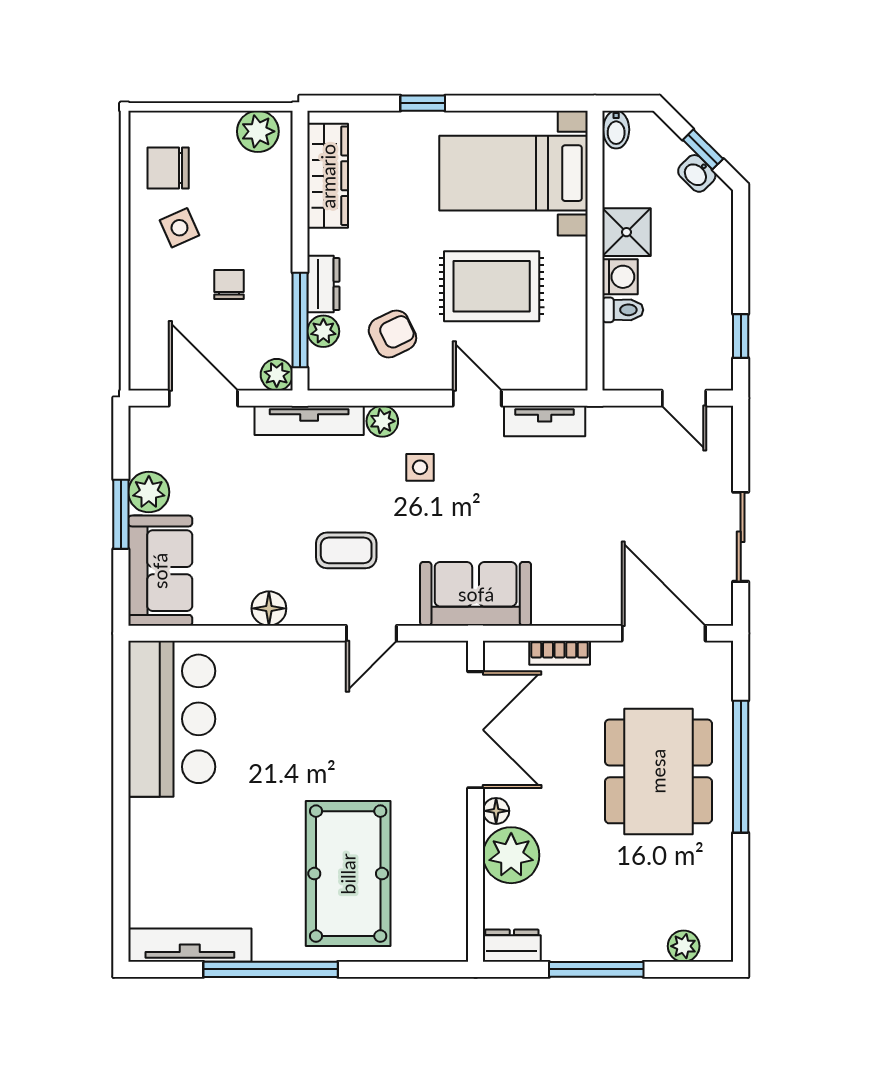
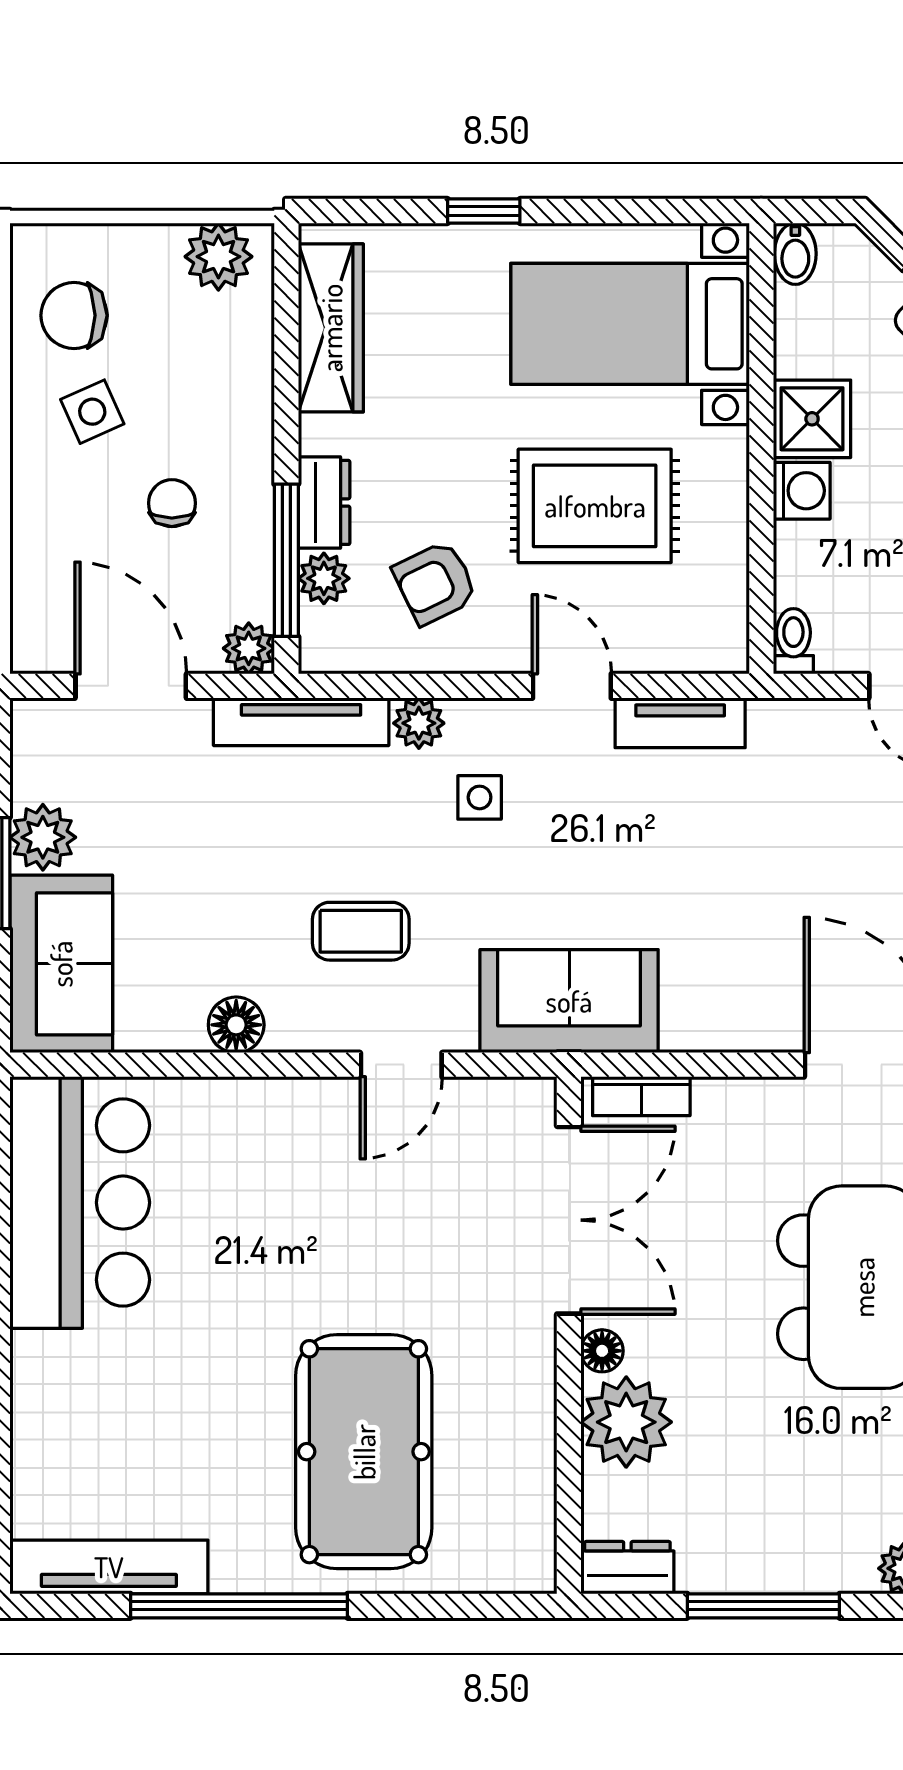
toilet: (623, 310) -> (793, 641), moved, turned -90
armchair: (392, 334) -> (435, 583), turned 180
bookcase: (560, 653) -> (641, 1096), moved

